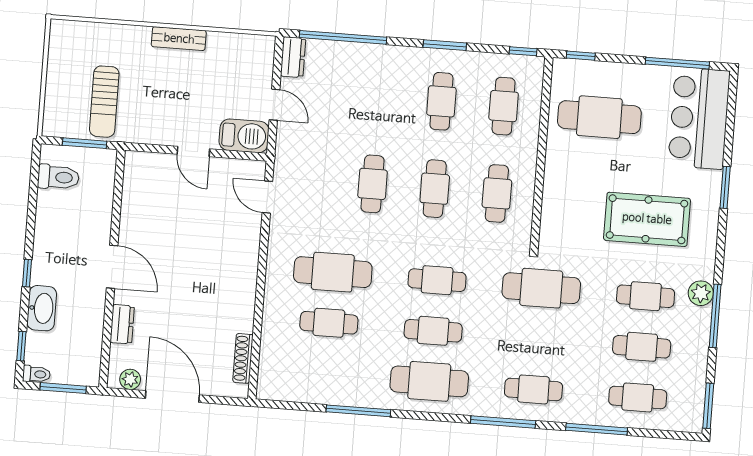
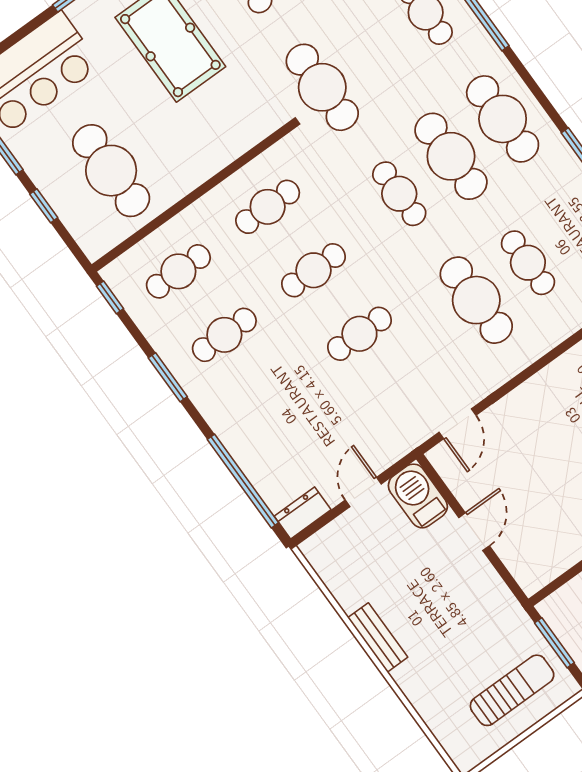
window: (581, 56) -> (44, 206), moved
sun lounger: (104, 102) -> (512, 690), moved
cafe table: (433, 331) -> (451, 156), width x1.37, depth x1.35

